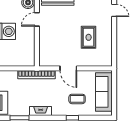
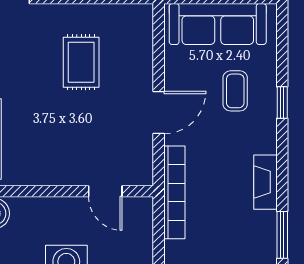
door: (37, 19) -> (105, 191), moved
rug: (89, 37) -> (81, 62), turned 90

